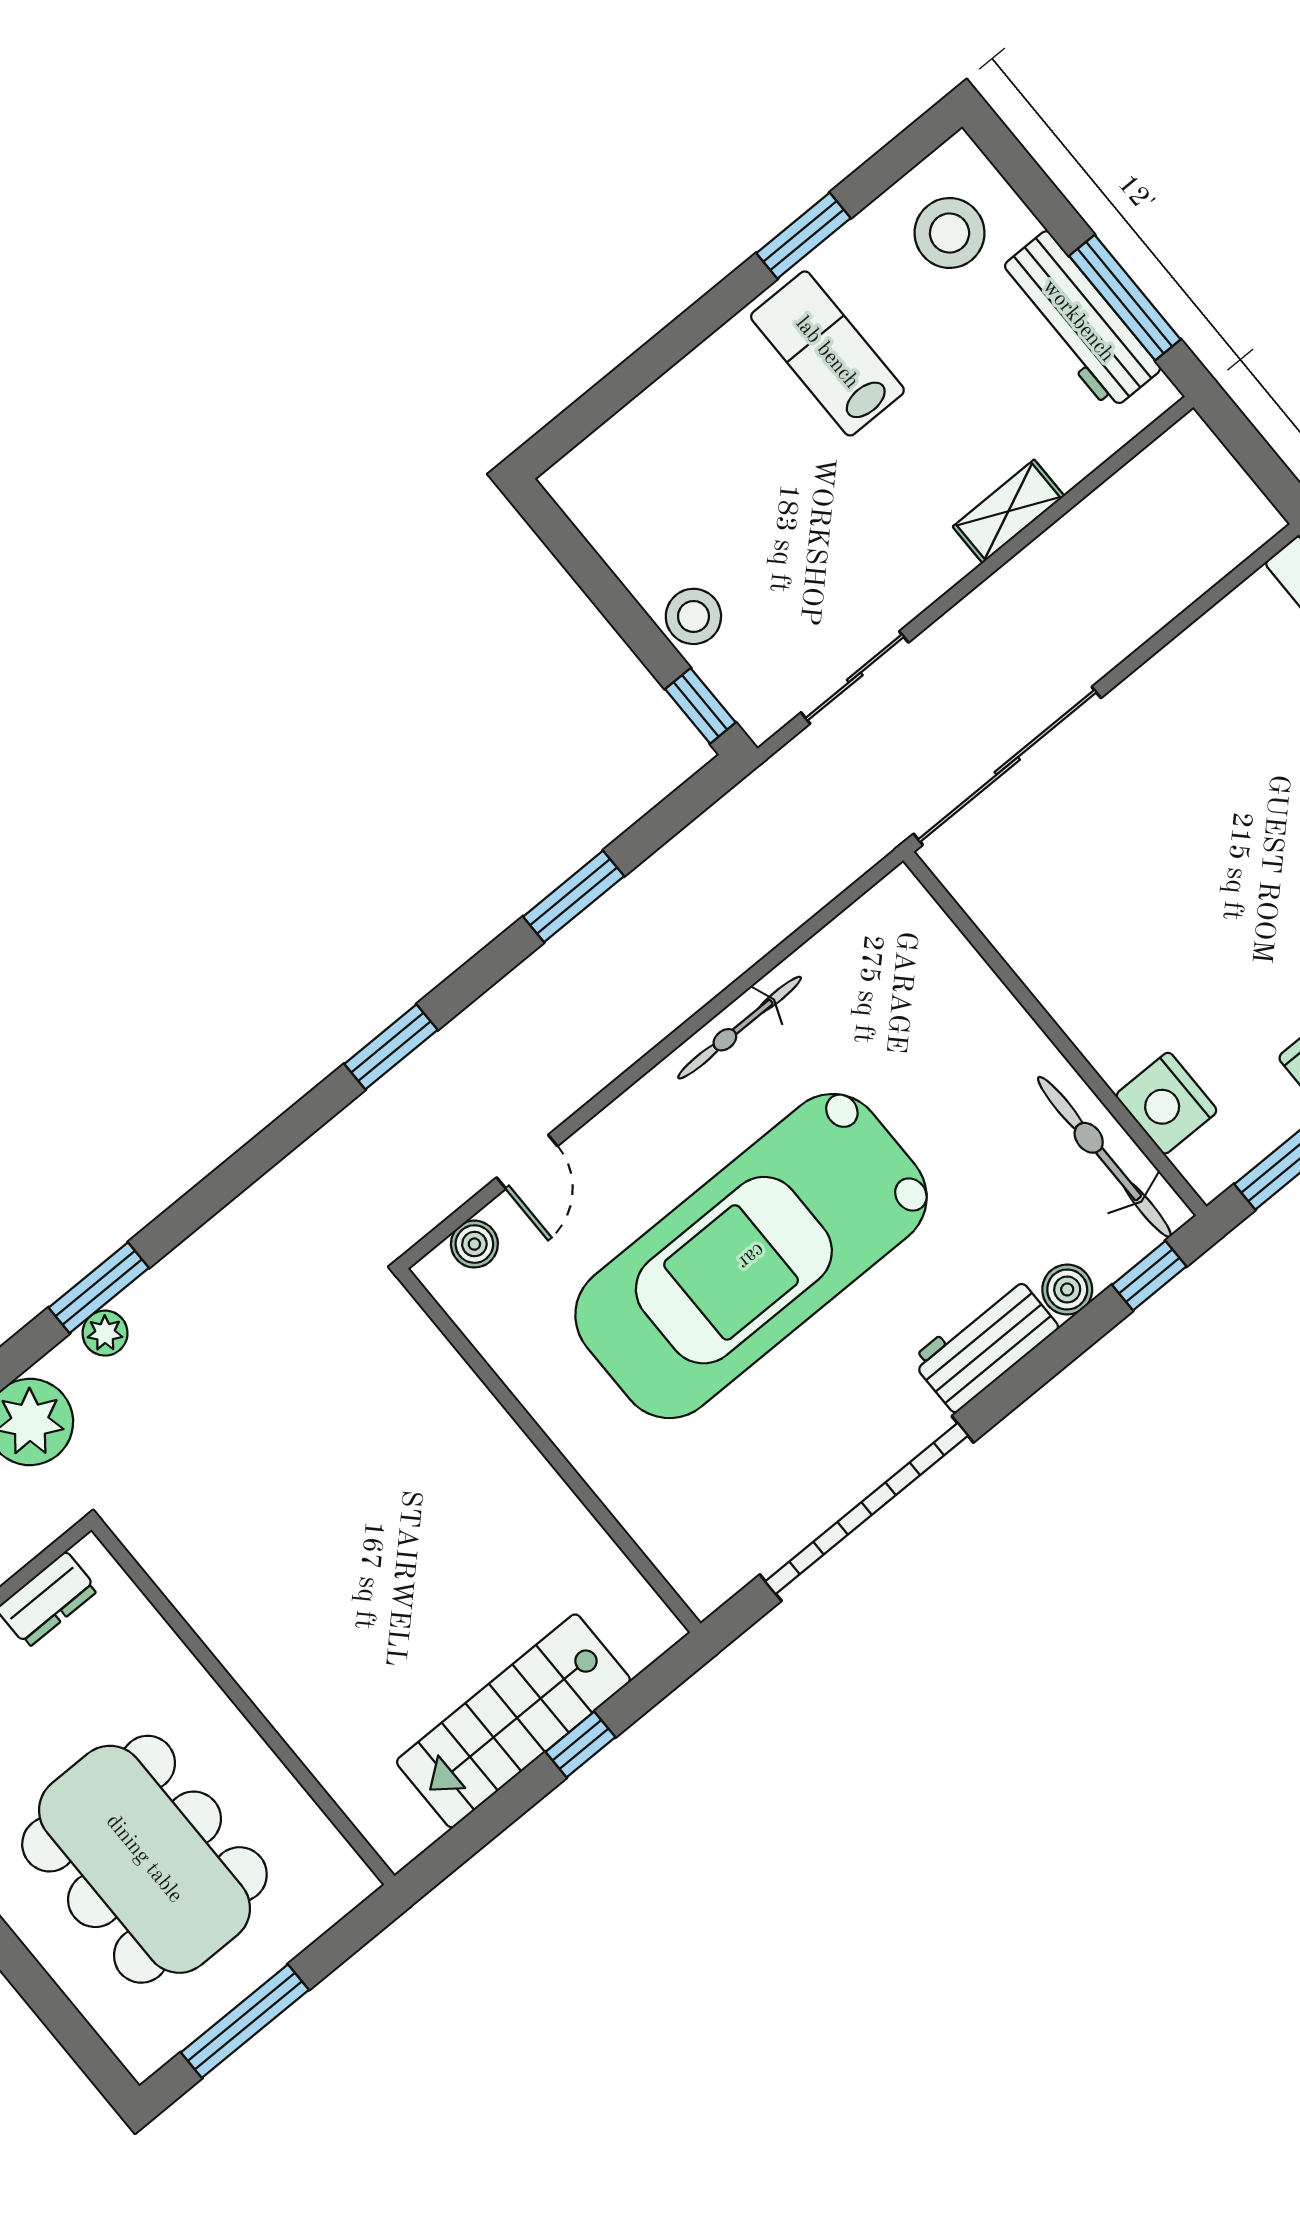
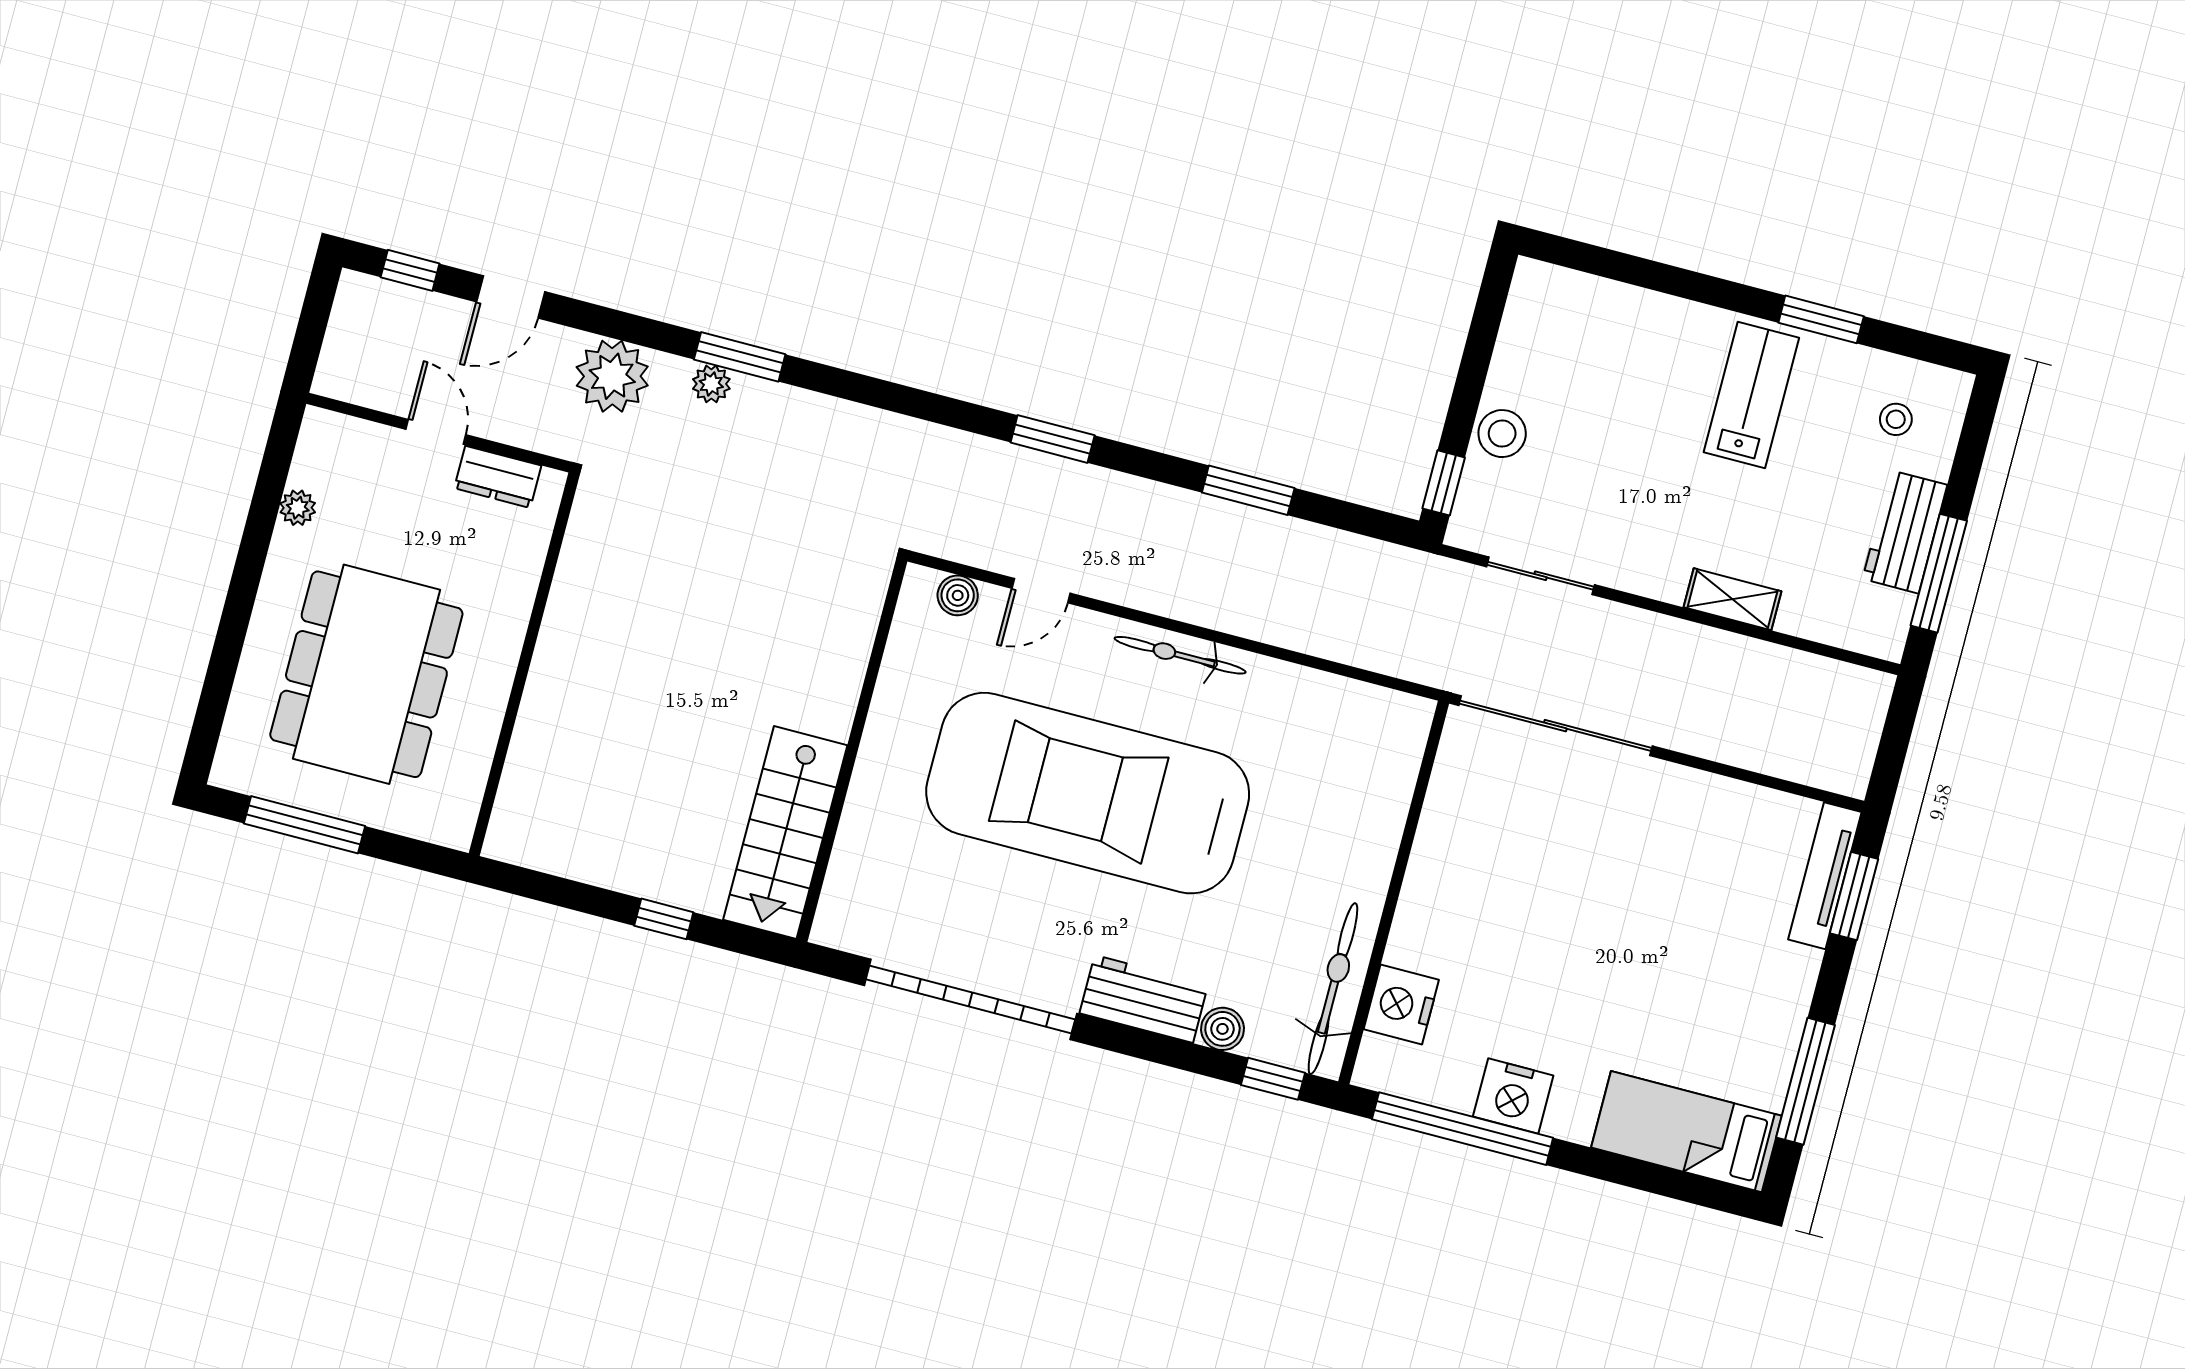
stool: (950, 233) -> (1896, 419), width x0.53, depth x0.53
workbench: (1078, 321) -> (1905, 532), width x0.73
bicycle: (740, 1028) -> (1180, 655), moved
stairs: (513, 1721) -> (785, 833), moved, turned -90

